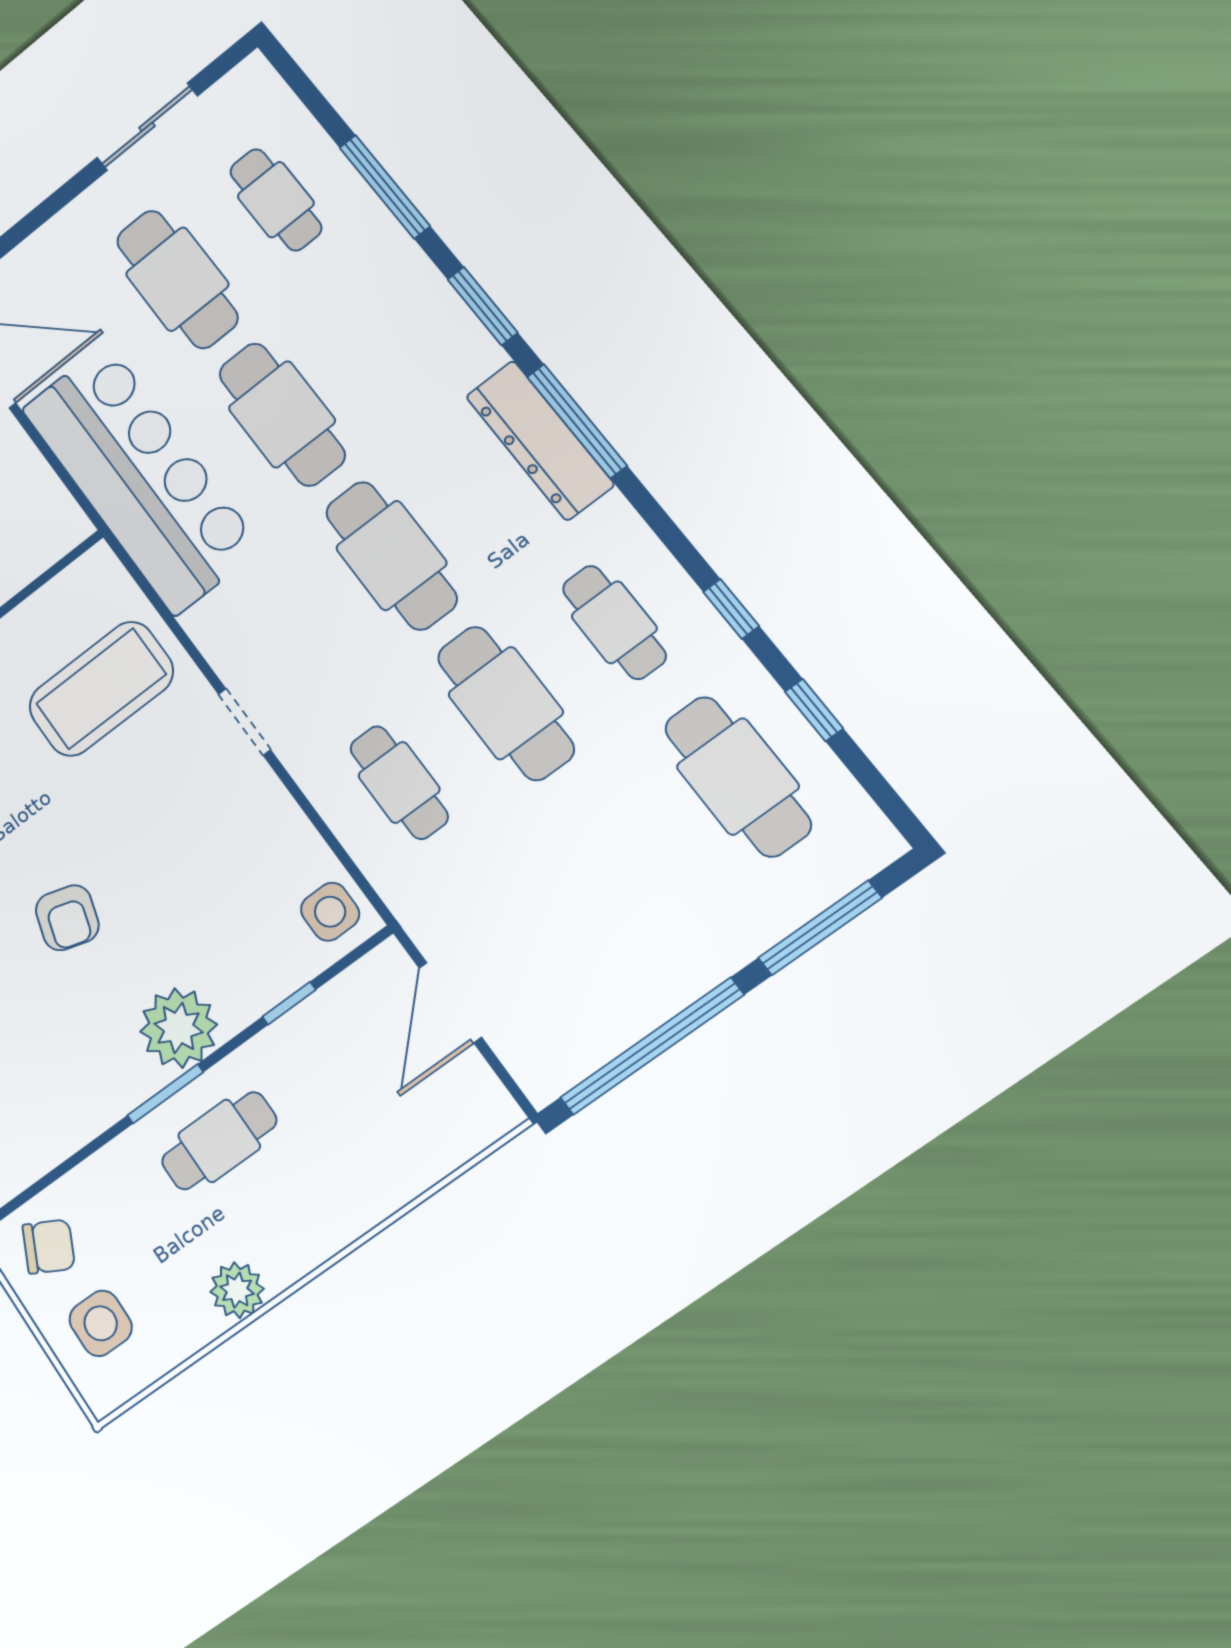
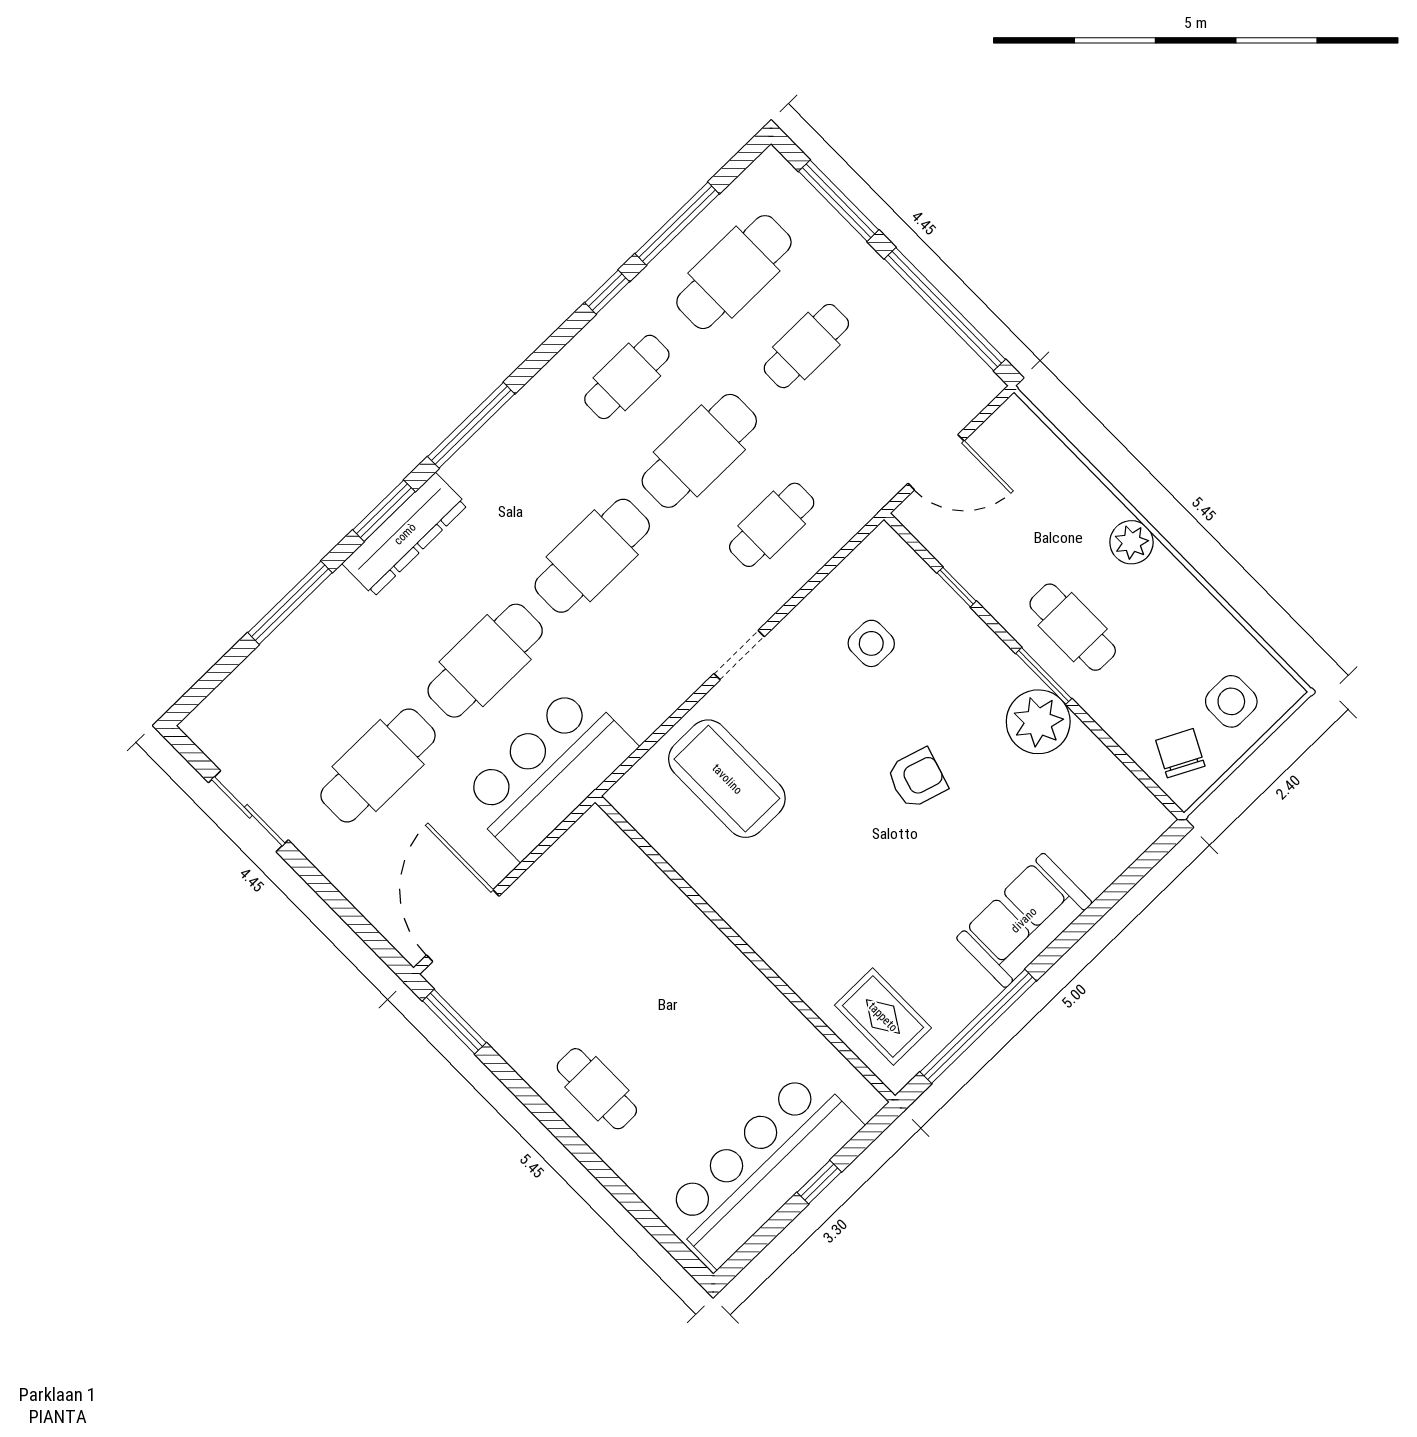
cafe table: (276, 200) -> (806, 346), moved
dresser: (540, 440) -> (405, 534), moved
bar counter: (140, 478) -> (548, 772), width x0.73
window: (814, 710) -> (677, 224), width x2.17
side table: (330, 912) -> (871, 643), moved
plant: (178, 1028) -> (1038, 722), moved
plant: (237, 1290) -> (1131, 542), moved

